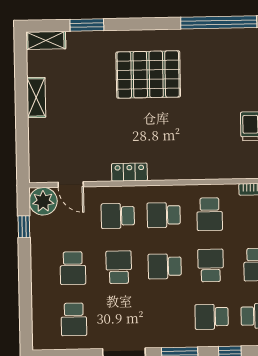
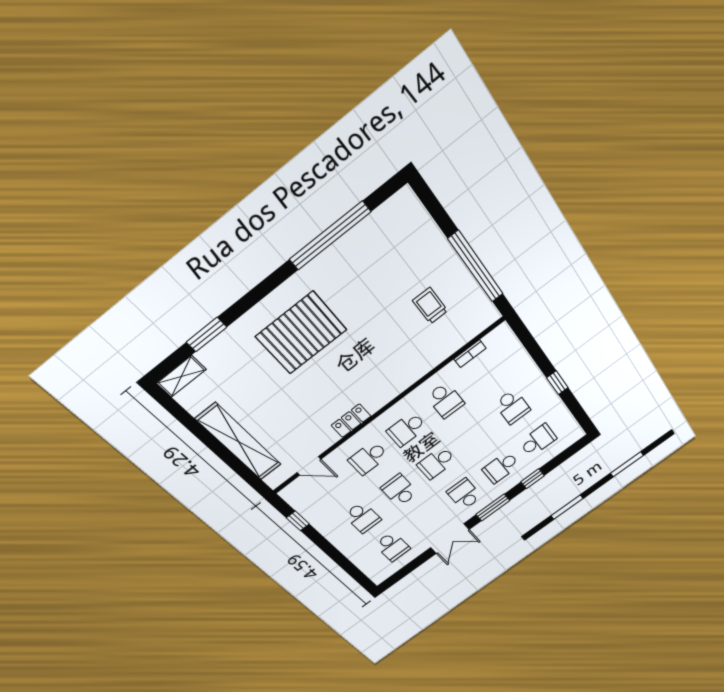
shelving: (36, 97) -> (239, 442), width x2.20, depth x1.33
plant: (43, 201) -> (297, 494), removed
school desk: (211, 265) -> (464, 494), moved

